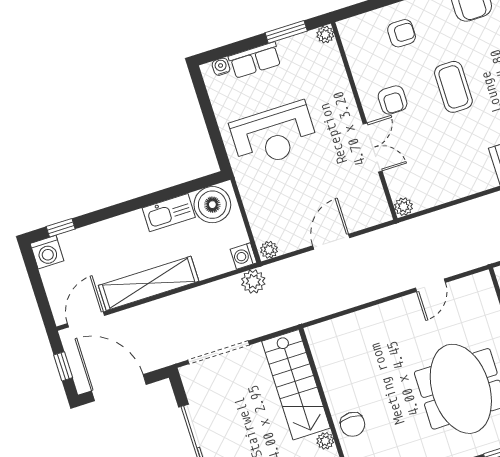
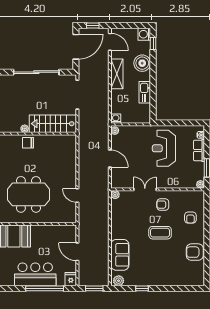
double door: (373, 148) -> (145, 189), swing flipped
boiler: (212, 205) -> (142, 63), moved
plant: (253, 281) -> (103, 119), removed
shelving: (149, 283) -> (117, 74), width x0.68

